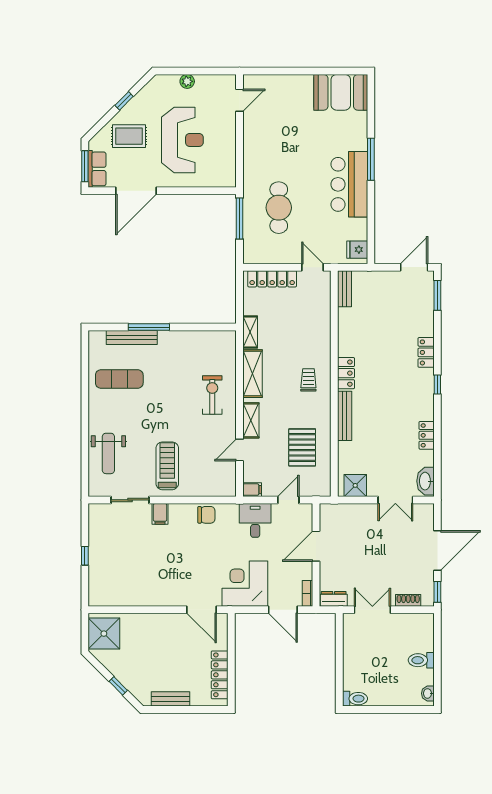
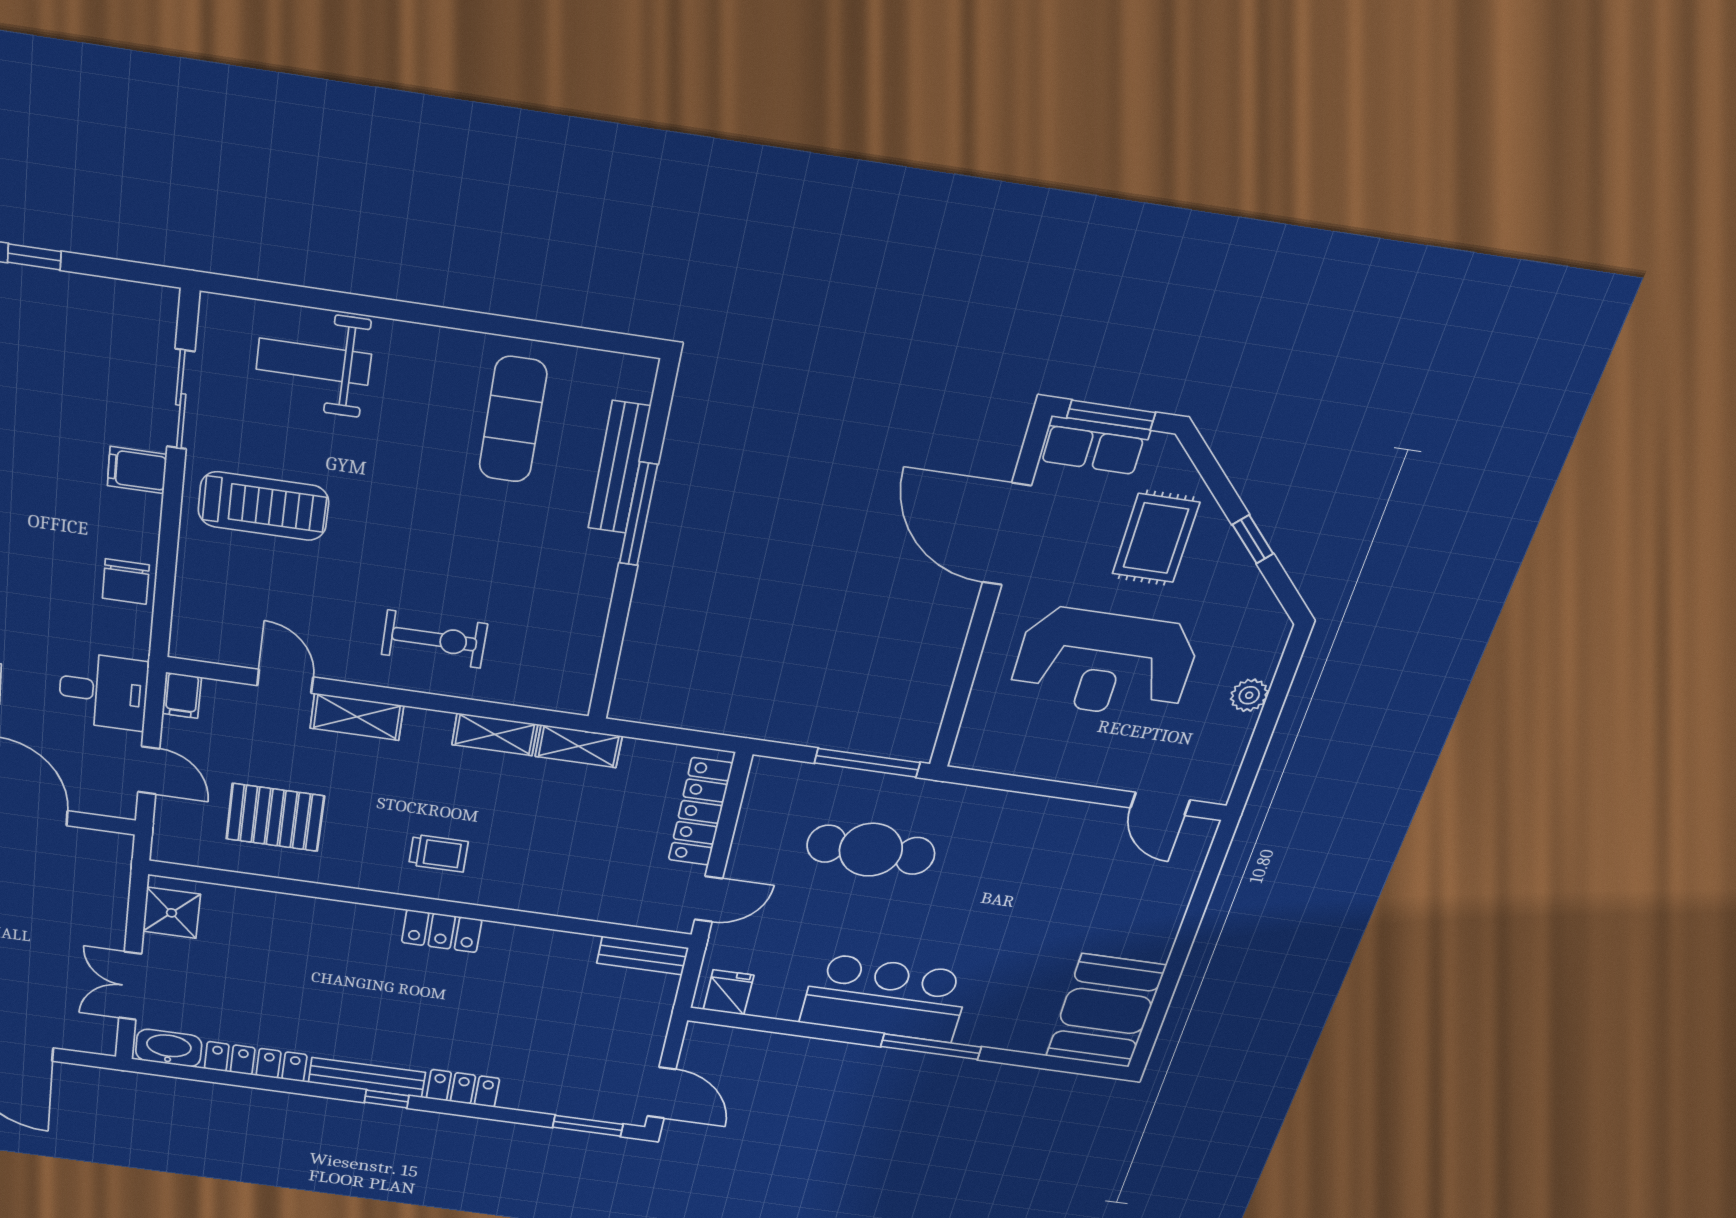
shelving: (252, 374) -> (495, 734), width x0.67, depth x0.75
bench: (345, 416) -> (367, 1078), moved
locker: (427, 435) -> (256, 1062), width x1.53

